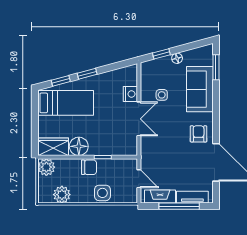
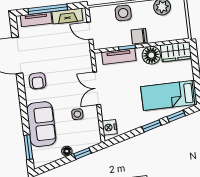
nightstand: (130, 94) -> (110, 127), moved
tv unit: (112, 149) -> (119, 56), added
plant: (46, 167) -> (180, 31), removed

